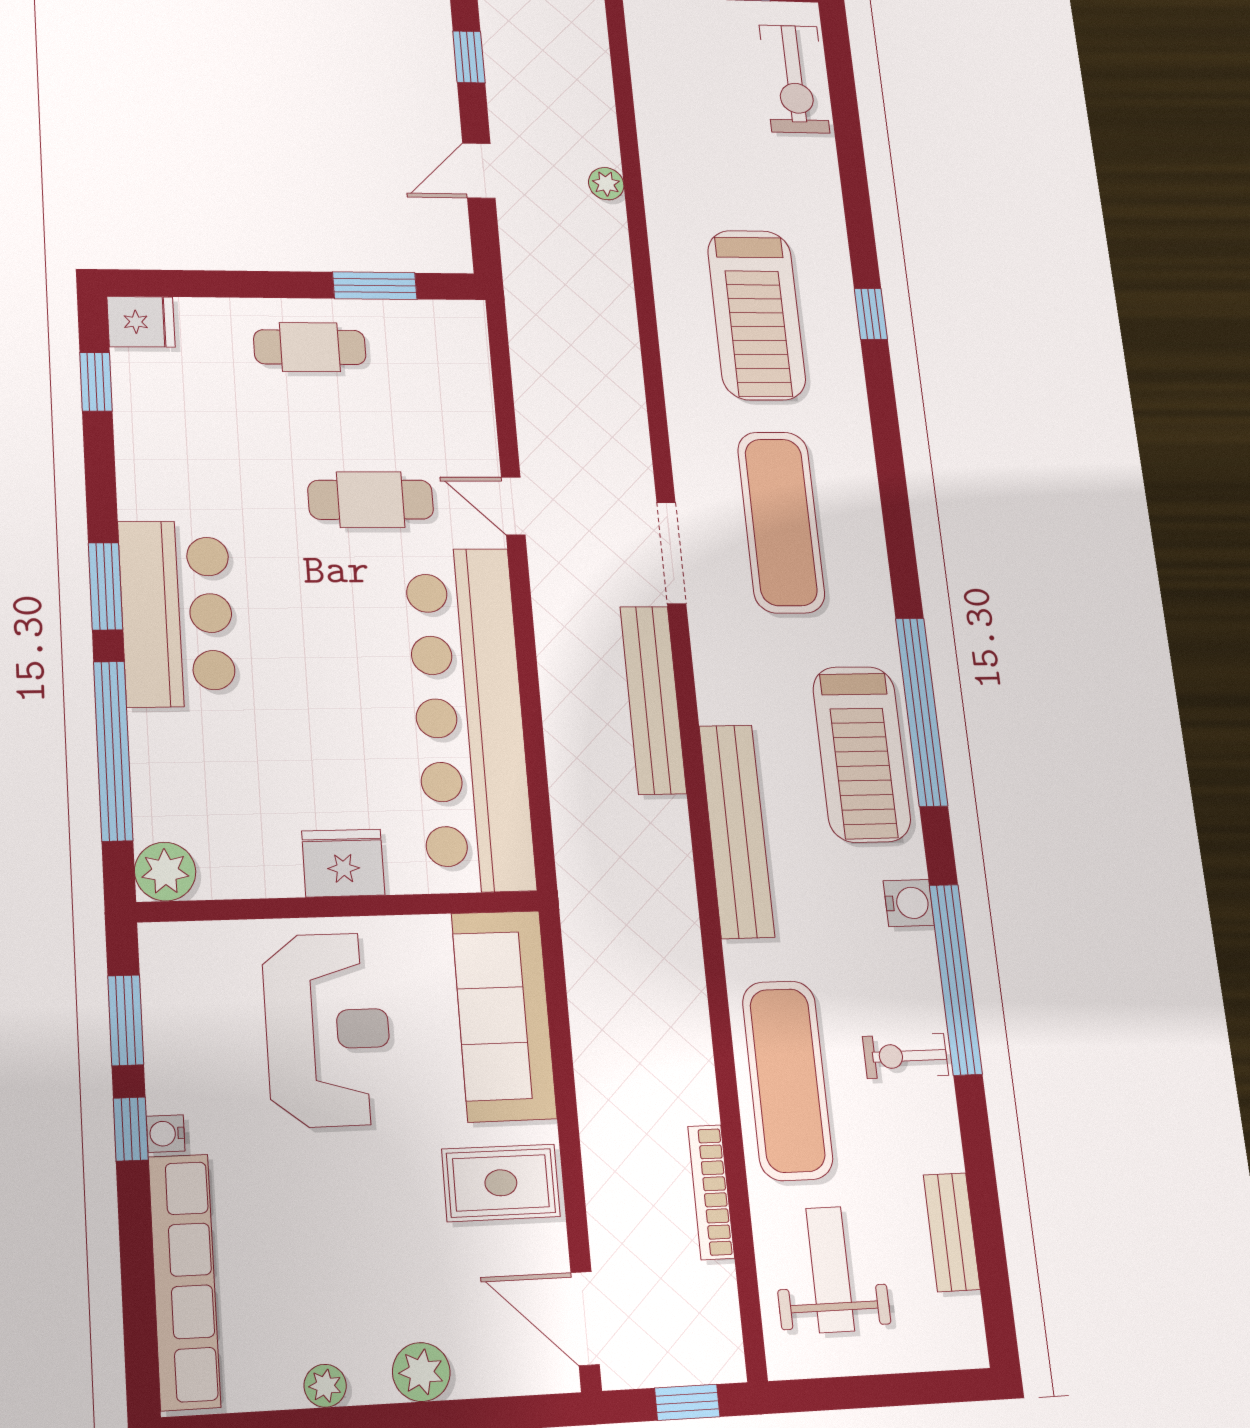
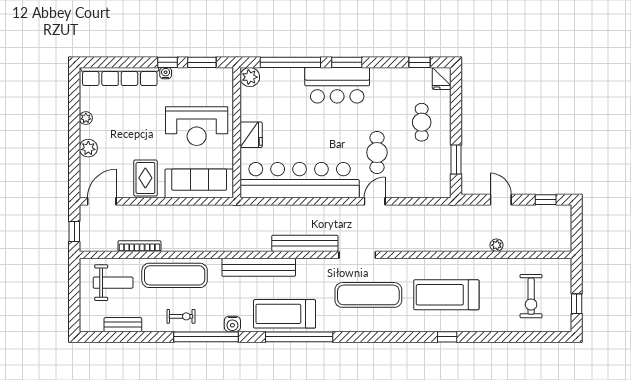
exercise bike: (794, 79) -> (531, 296), moved, turned -90
cafe table: (310, 347) -> (422, 122), moved
exercise bike: (906, 1056) -> (181, 316), turned 90

